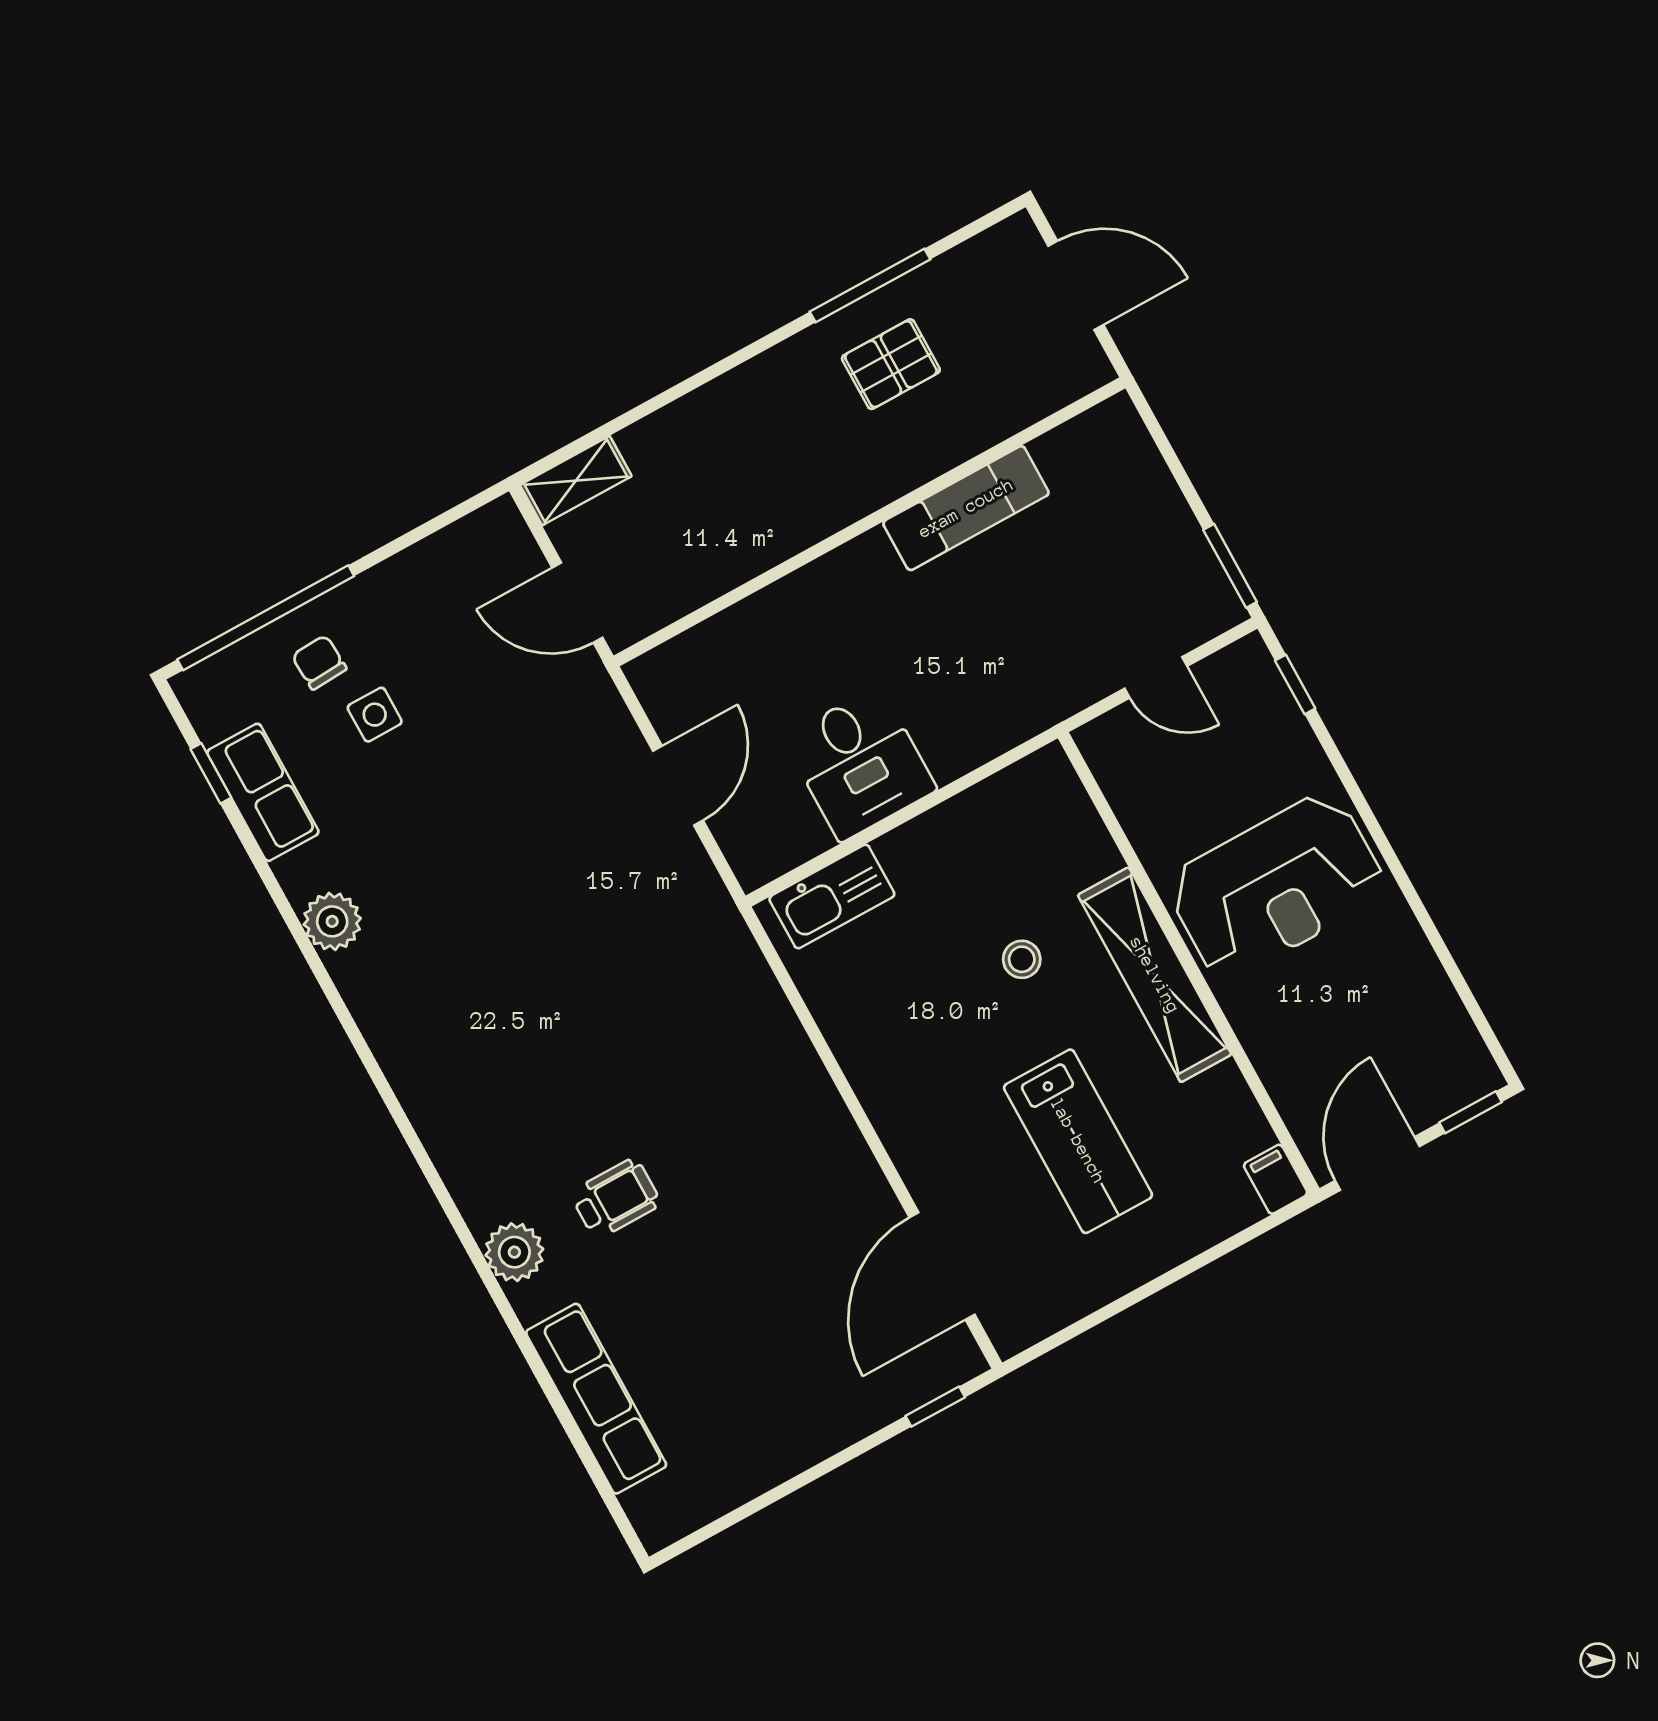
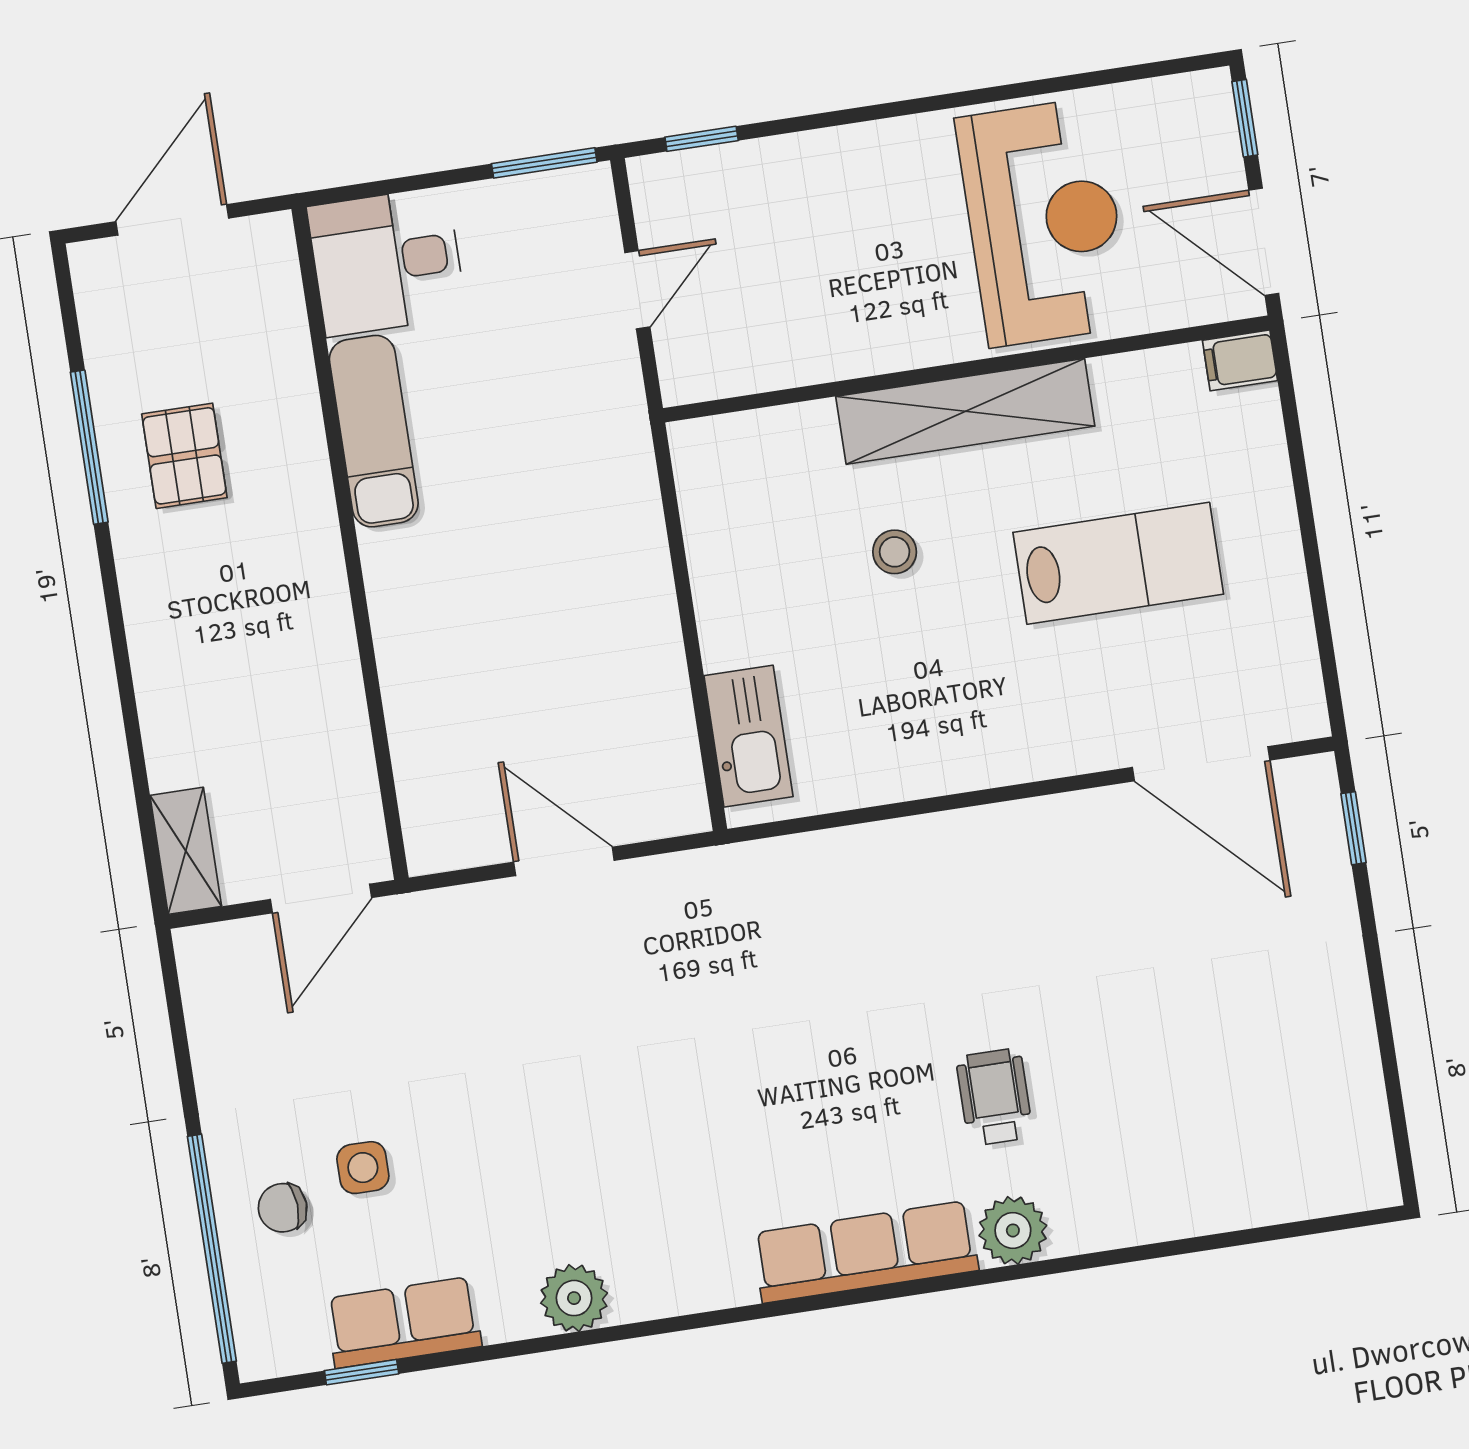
desk: (860, 764) -> (387, 261), moved, turned 180
reception desk: (1276, 886) -> (1044, 222), moved
row of seats: (596, 1399) -> (865, 1252), moved

